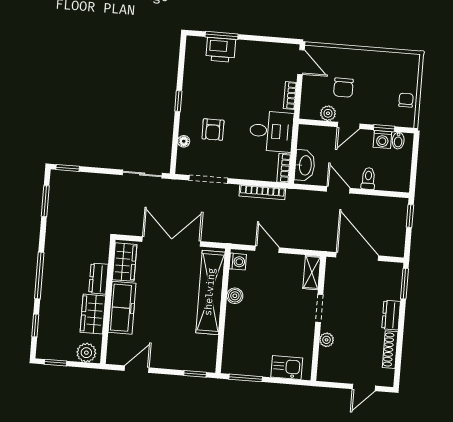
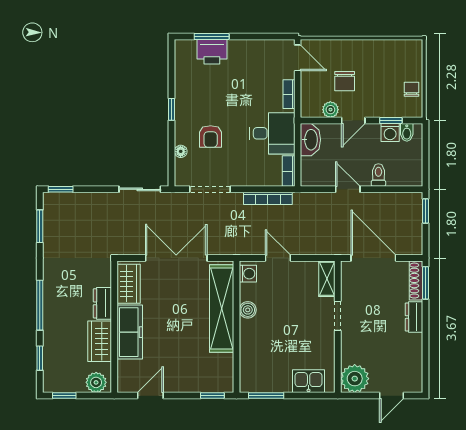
washbasin: (305, 165) -> (310, 140), moved
plant: (327, 340) -> (355, 379), moved, width x1.87, depth x1.87
shoe rack: (390, 350) -> (416, 281), moved

